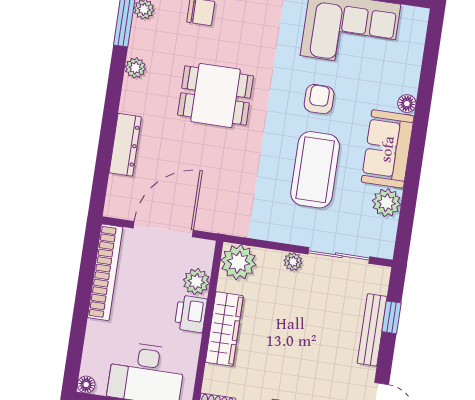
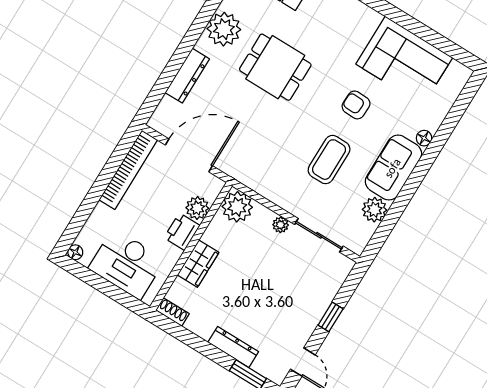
plant: (135, 68) -> (224, 29), width x1.87, depth x1.87
armchair: (319, 99) -> (356, 105), turned -88
coffee table: (315, 170) -> (329, 160), width x0.73, depth x0.76
window: (391, 317) -> (331, 317), moved
wardrobe: (224, 329) -> (198, 264), width x0.67
bench: (372, 330) -> (320, 306), removed

